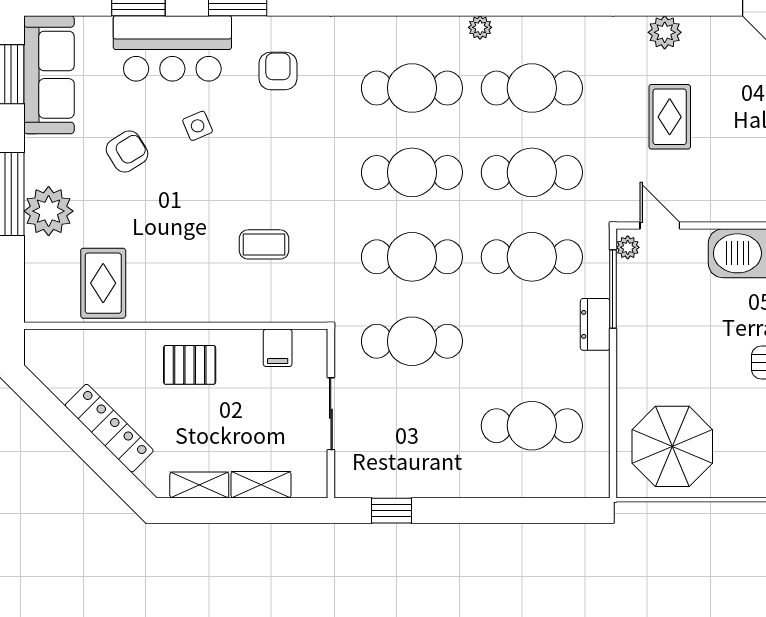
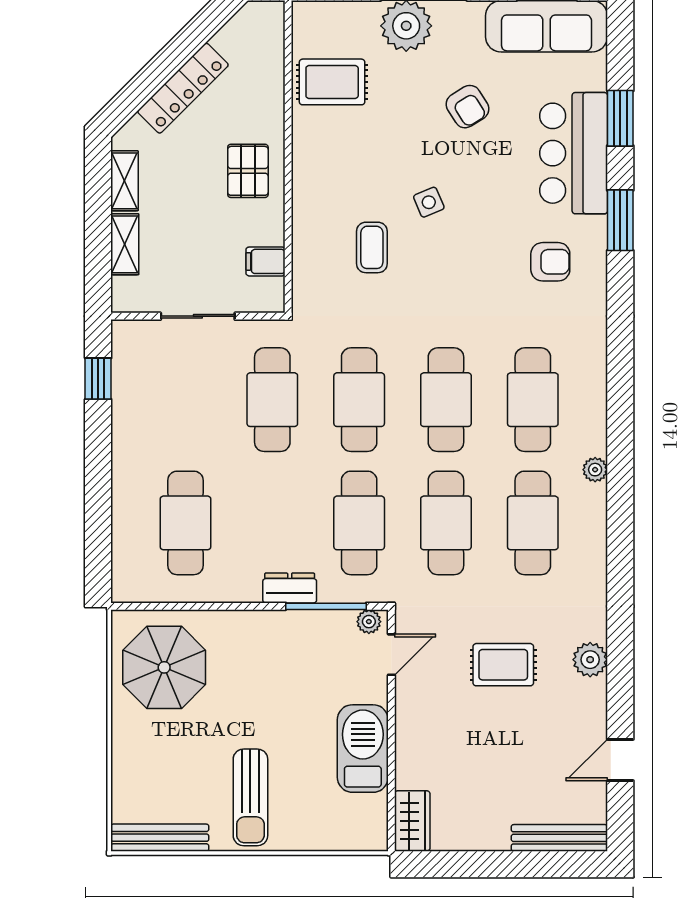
side table: (198, 126) -> (429, 202), moved

